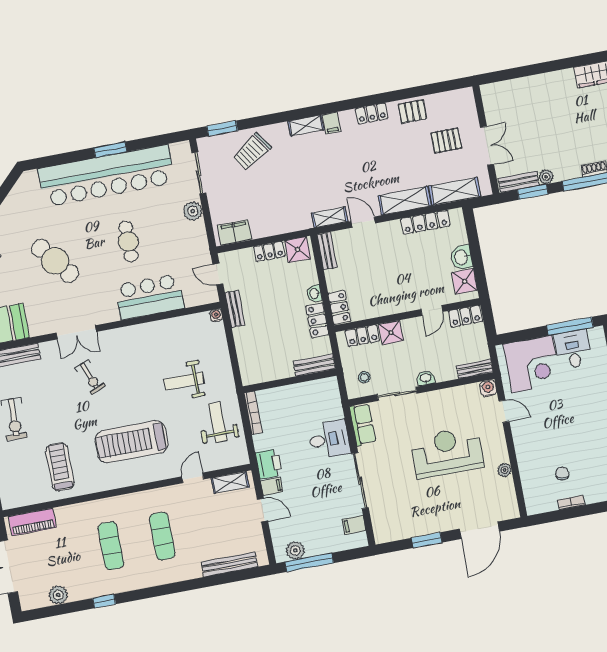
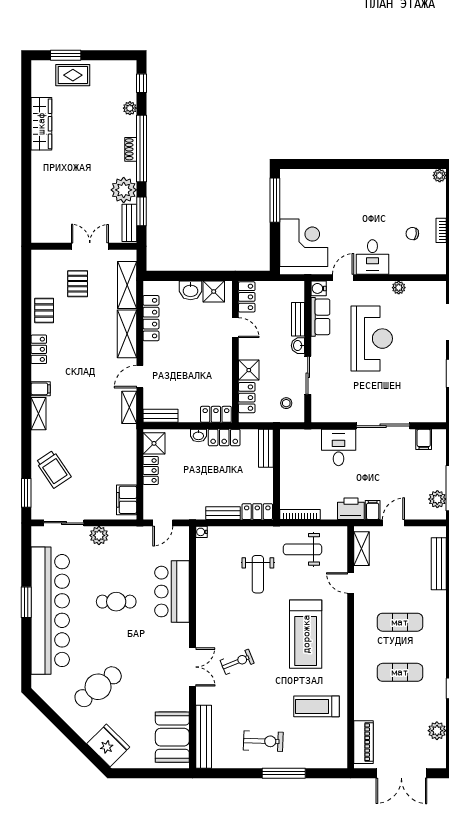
plant: (546, 177) -> (124, 190), width x1.87, depth x1.87
cafe table: (55, 261) -> (98, 687), moved
bench: (235, 309) -> (223, 513), moved
desk: (573, 349) -> (372, 257), moved, turned -90
locker: (248, 369) -> (257, 512), added
bench: (475, 369) -> (298, 319), moved
row of seats: (363, 425) -> (320, 317), moved, turned 90
reception desk: (447, 452) -> (372, 339), turned 180

